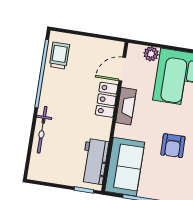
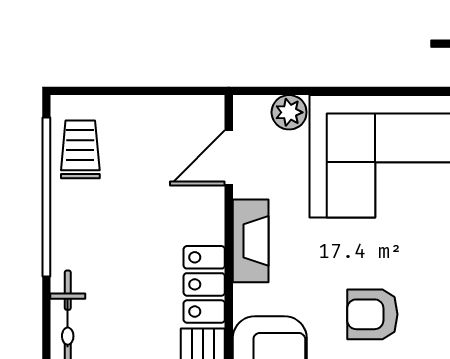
locker: (107, 100) -> (204, 284), moved
armchair: (173, 146) -> (372, 314), turned 91

